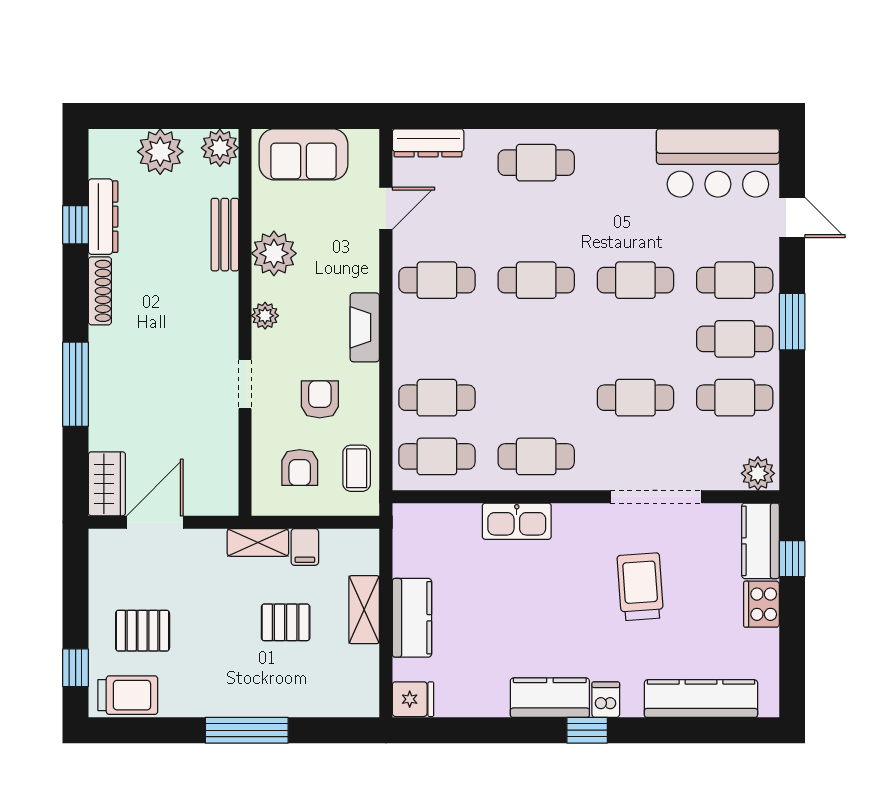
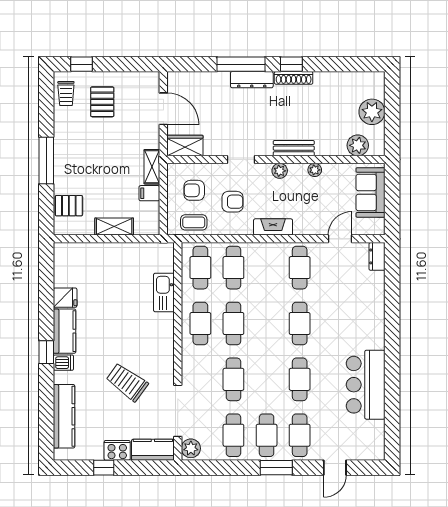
dresser: (428, 143) -> (377, 256), width x0.70
plant: (220, 148) -> (358, 145), moved
cafe table: (536, 163) -> (233, 323), moved
bar counter: (718, 163) -> (366, 385), moved
door: (386, 208) -> (340, 239), swing flipped
dresser: (103, 217) -> (252, 80), moved
window: (76, 225) -> (291, 64), moved
bench: (225, 235) -> (294, 148), moved
plant: (274, 253) -> (315, 170), width x0.53, depth x0.53
wardrobe: (107, 484) -> (185, 146), moved, turned 180
doorway: (656, 497) -> (178, 411), moved
kitchen sink: (517, 521) -> (164, 293), moved
window: (792, 559) -> (104, 468), moved
trolley: (640, 587) -> (127, 382), turned -140
kitchen counter: (412, 618) -> (110, 254), removed
pallet: (286, 622) -> (69, 206), moved, turned 90
trolley: (128, 695) -> (66, 94), width x0.73, depth x0.72
fridge: (413, 699) -> (65, 298), moved, turned -90

